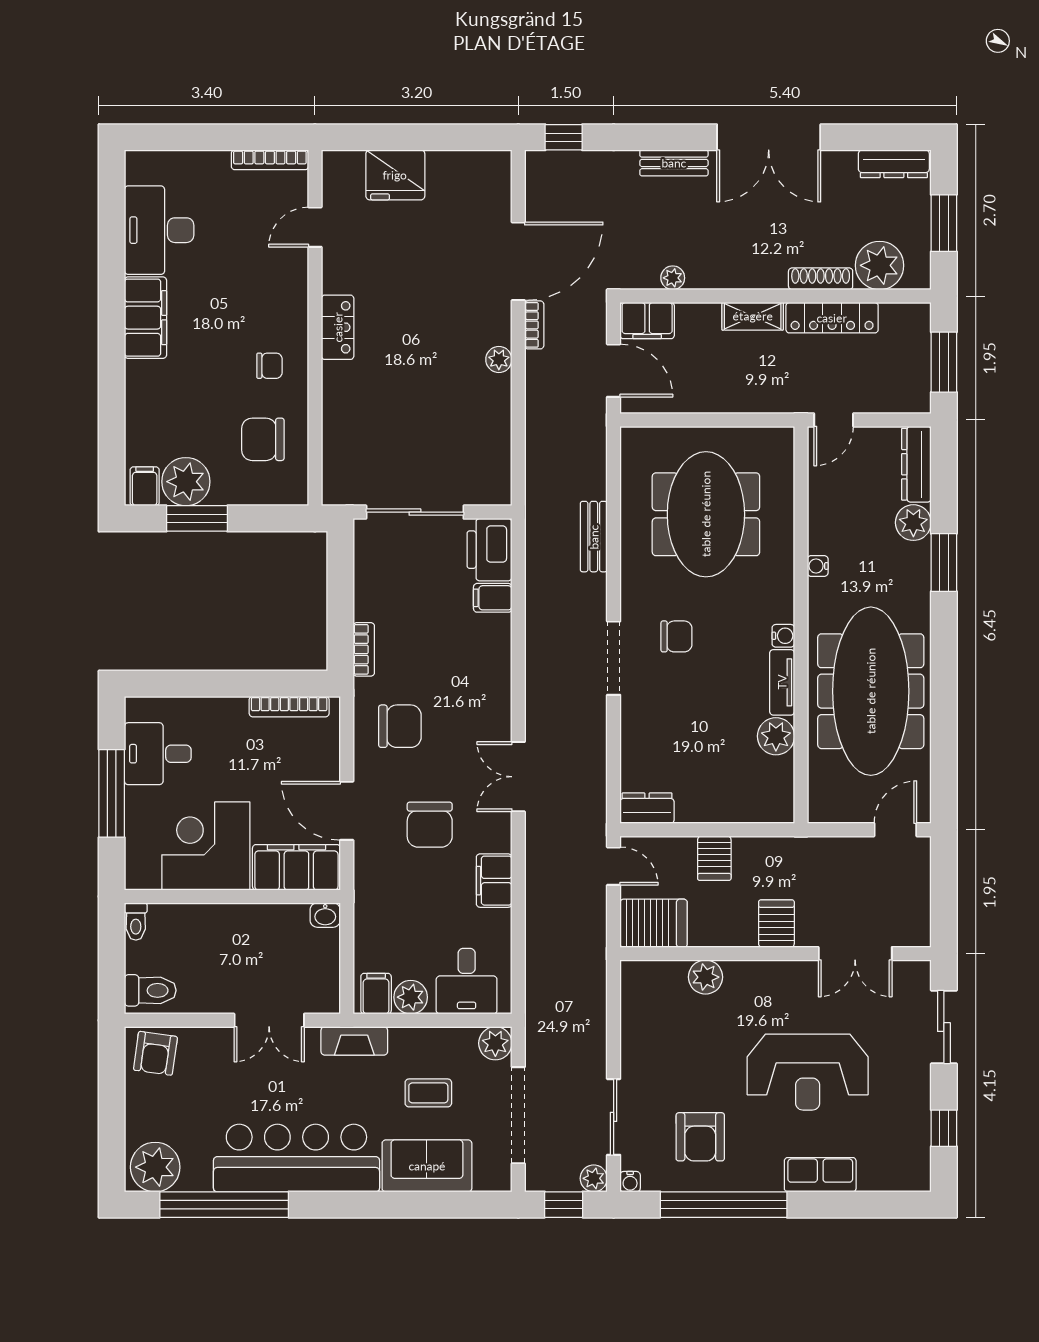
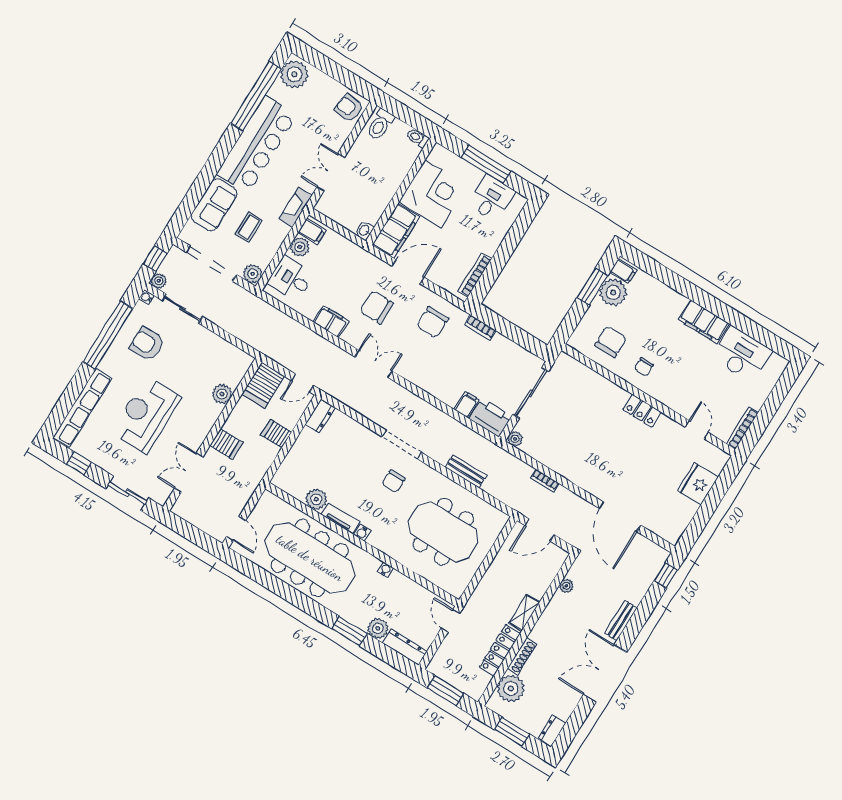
dresser: (894, 164) -> (552, 731), width x0.70
filing cabinet: (647, 321) -> (553, 561), removed
bookcase: (534, 325) -> (545, 481), moved
plant: (499, 359) -> (515, 439), moved
row of seats: (820, 1175) -> (82, 408), width x2.02

